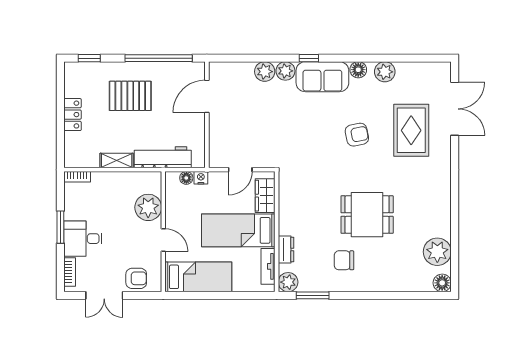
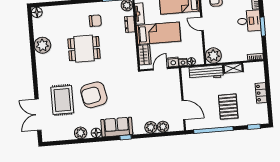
plant: (285, 71) -> (163, 127), moved
pallet: (130, 96) -> (228, 107), turned 90
door: (207, 96) -> (183, 110), hinge flipped
armchair: (357, 135) -> (94, 95), width x1.88, depth x1.88
nightstand: (218, 179) -> (173, 62), added
plant: (148, 207) -> (213, 56), moved
plant: (437, 252) -> (42, 45), moved

